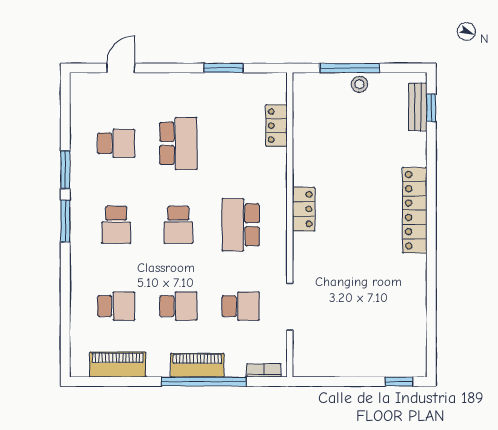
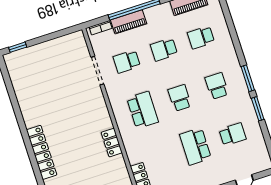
school desk: (116, 143) -> (232, 134), turned 180
locker: (303, 209) -> (112, 143), moved
piano: (197, 365) -> (129, 22), moved

